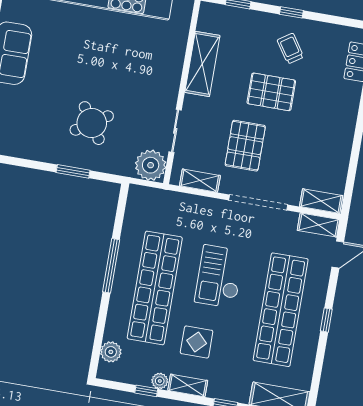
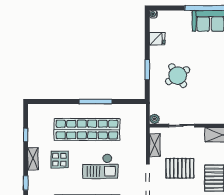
fridge: (25, 146) -> (157, 39), added
plant: (151, 165) -> (154, 119), width x0.53, depth x0.53
checkout: (219, 277) -> (100, 166), turned 180
plant: (111, 352) -> (45, 110), removed
plant: (160, 381) -> (33, 142), removed

